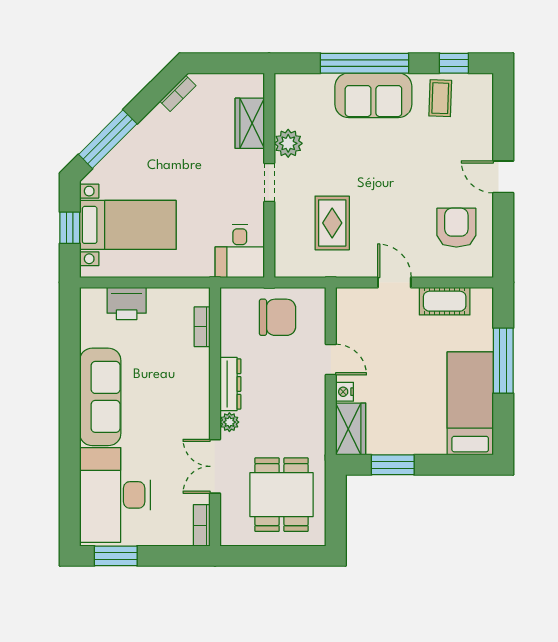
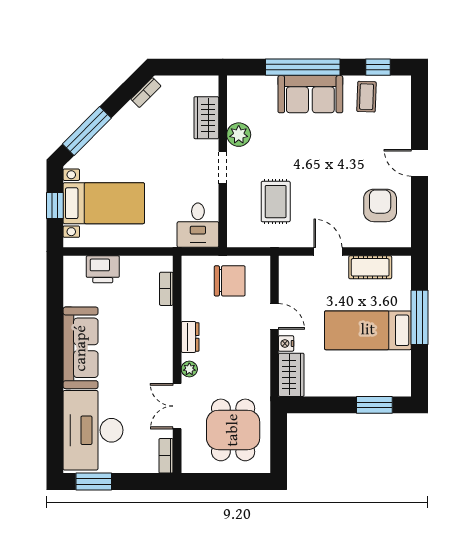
dresser: (230, 384) -> (190, 337), width x0.70
bed: (470, 403) -> (368, 330), moved, turned -90
window: (393, 465) -> (374, 405), moved

